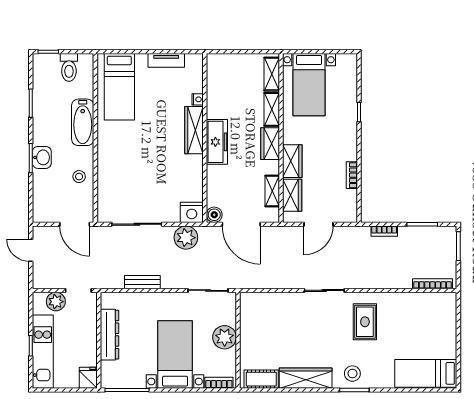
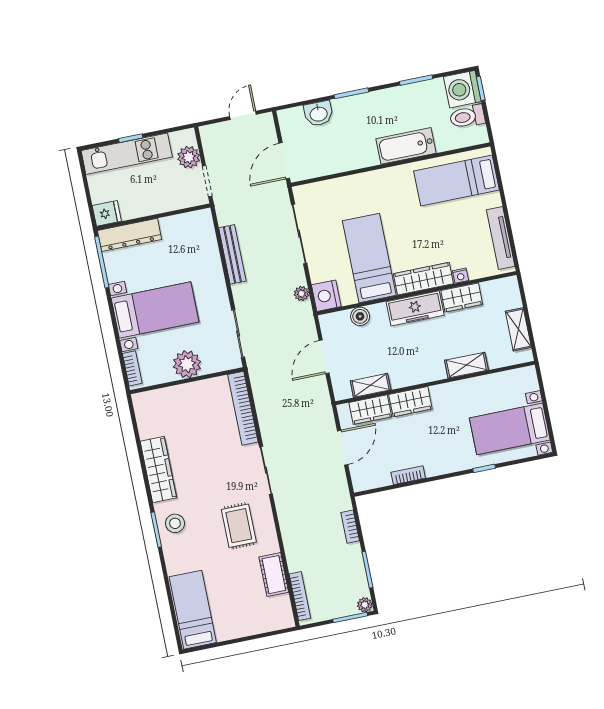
tv unit: (166, 60) -> (501, 238), width x1.41
washing machine: (46, 67) -> (462, 89), added
shelving: (272, 74) -> (518, 329), moved, turned 90
bed with nightstands: (309, 85) -> (510, 429), moved
wardrobe: (270, 144) -> (462, 297), moved, turned 180
washbasin: (42, 157) -> (318, 114), moved
bed: (168, 171) -> (369, 258), added
stool: (79, 177) -> (341, 155), removed
boiler: (214, 215) -> (360, 316), moved
door: (241, 224) -> (324, 357), width x0.73
door: (319, 224) -> (343, 448), swing flipped
plant: (450, 232) -> (365, 605), added
plant: (186, 238) -> (302, 294), width x0.53, depth x0.53
bench: (142, 282) -> (232, 254), width x1.36
bookcase: (270, 299) -> (243, 408), added
rug: (365, 322) -> (239, 526), turned 90
dresser: (109, 335) -> (129, 235), moved
cot: (261, 379) -> (274, 575), moved

